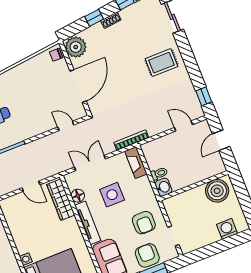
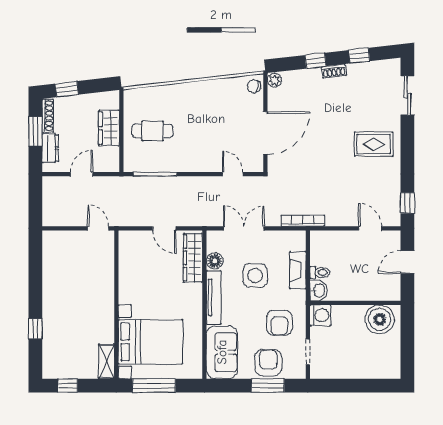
plant: (76, 47) -> (274, 80), width x0.53, depth x0.53
fireplace: (136, 163) -> (298, 270), moved
washing machine: (227, 229) -> (320, 315), moved, turned 90

